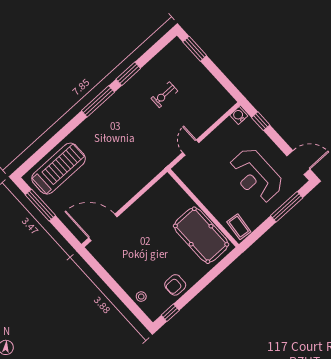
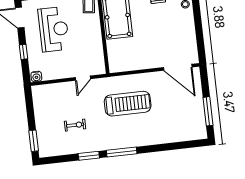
window: (261, 121) -> (24, 52), moved
treadmill: (59, 169) -> (128, 104), moved, turned 180

